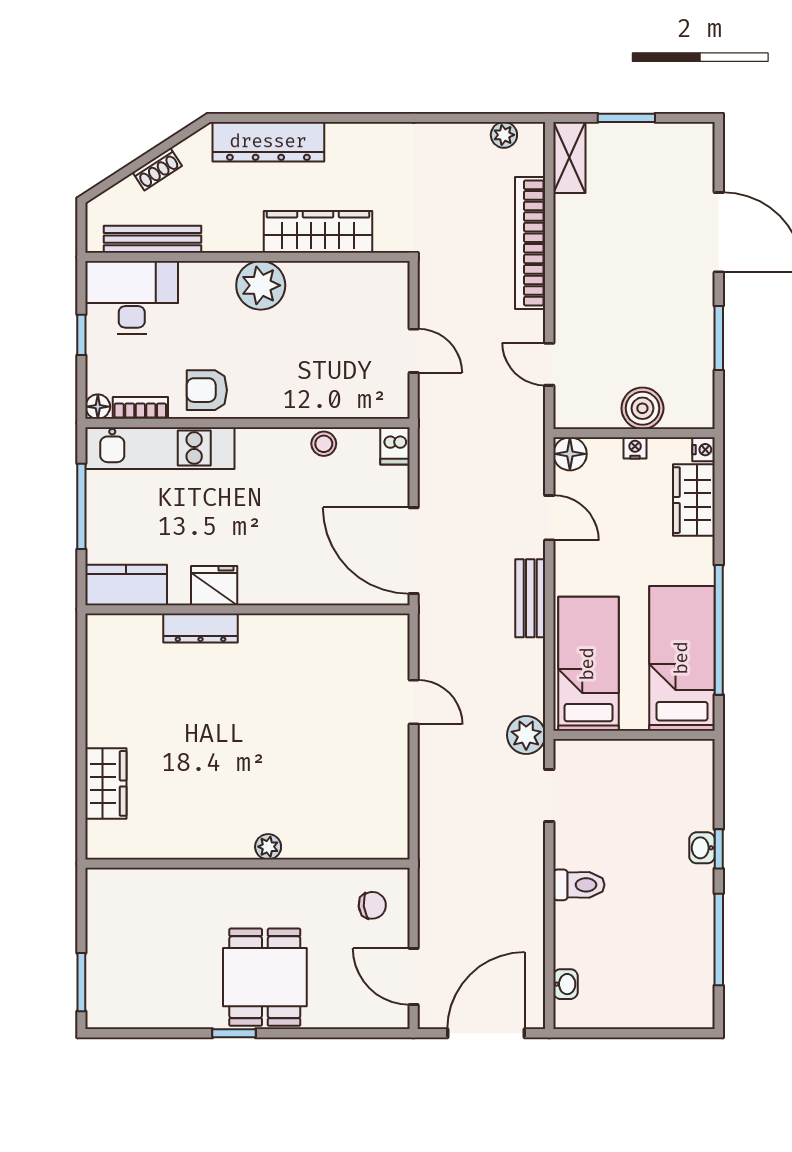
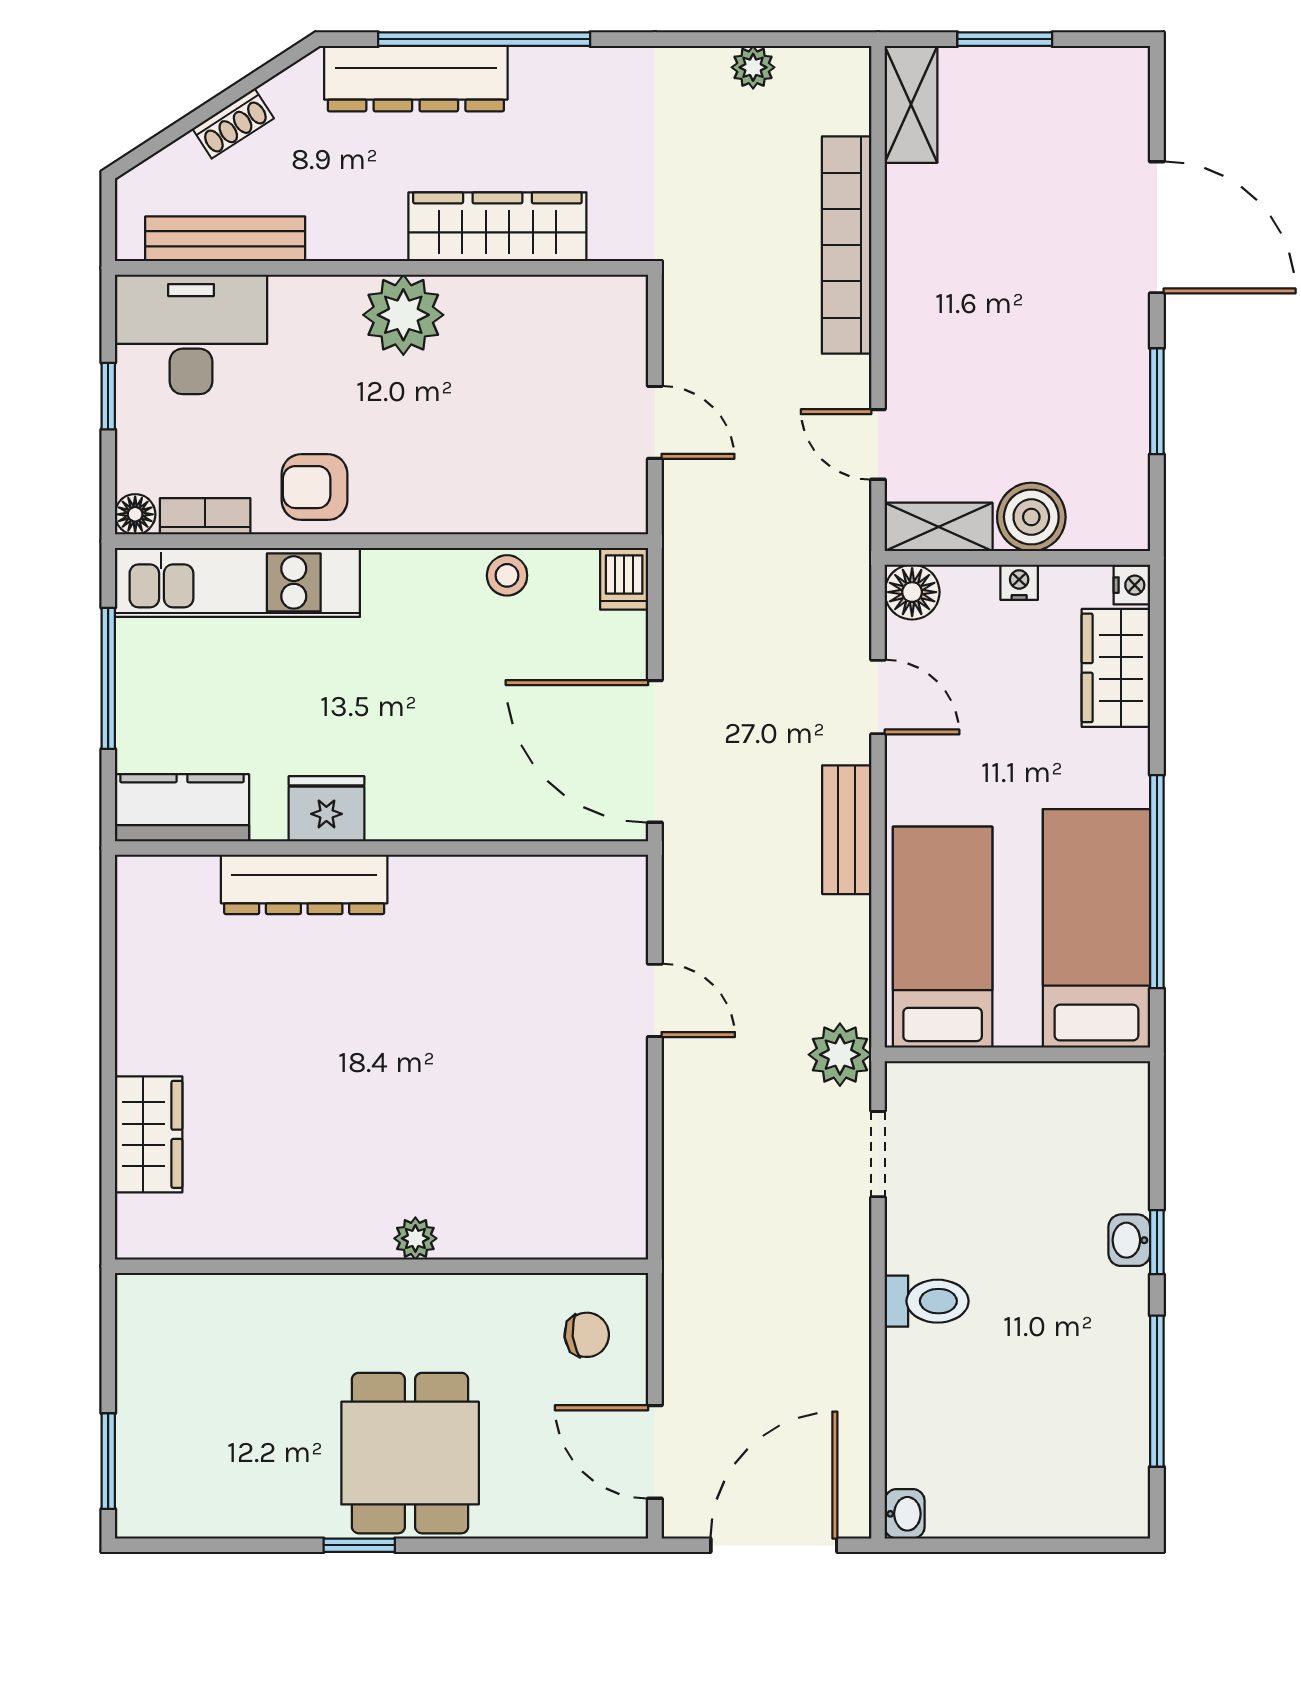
window: (310, 118) -> (484, 39), added
plant: (504, 135) -> (753, 67), moved
shelving: (586, 414) -> (939, 527), added
dresser: (201, 628) -> (304, 884), width x1.37, depth x1.24
washbasin: (565, 984) -> (905, 1514), moved

